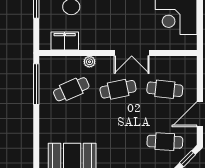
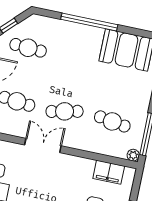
plant: (89, 62) -> (133, 155), moved
cafe table: (71, 89) -> (112, 121), turned 33

